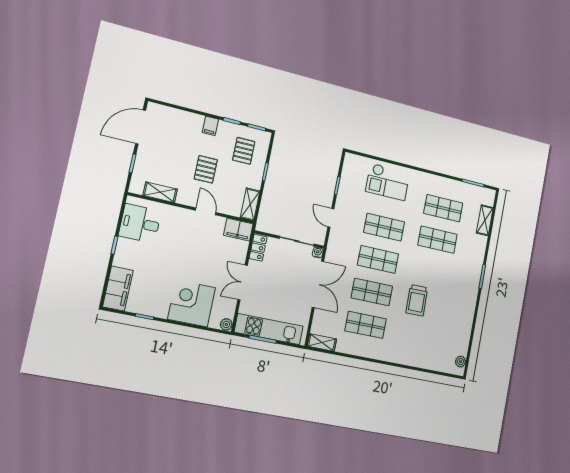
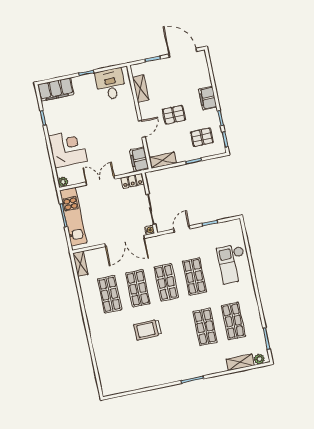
filing cabinet: (210, 126) -> (208, 98), width x2.00
plant: (461, 362) -> (259, 359), moved

